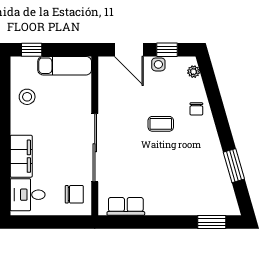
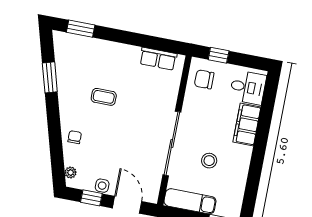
stool: (27, 97) -> (209, 161), moved
coffee table: (161, 124) -> (104, 97), moved
sliding door: (95, 148) -> (172, 143), moved
window: (64, 222) -> (219, 55), added

